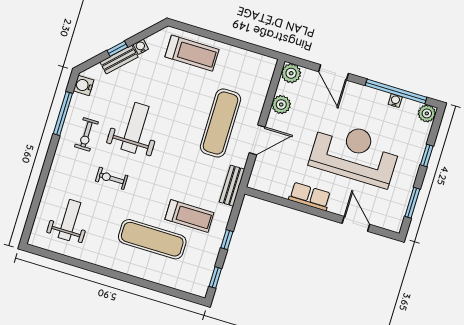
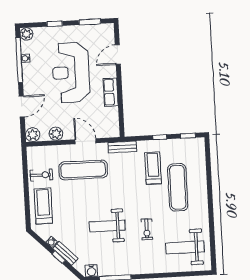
exercise bike: (86, 134) -> (41, 175), moved
weight bench: (69, 220) -> (185, 247), width x1.36, depth x1.33

